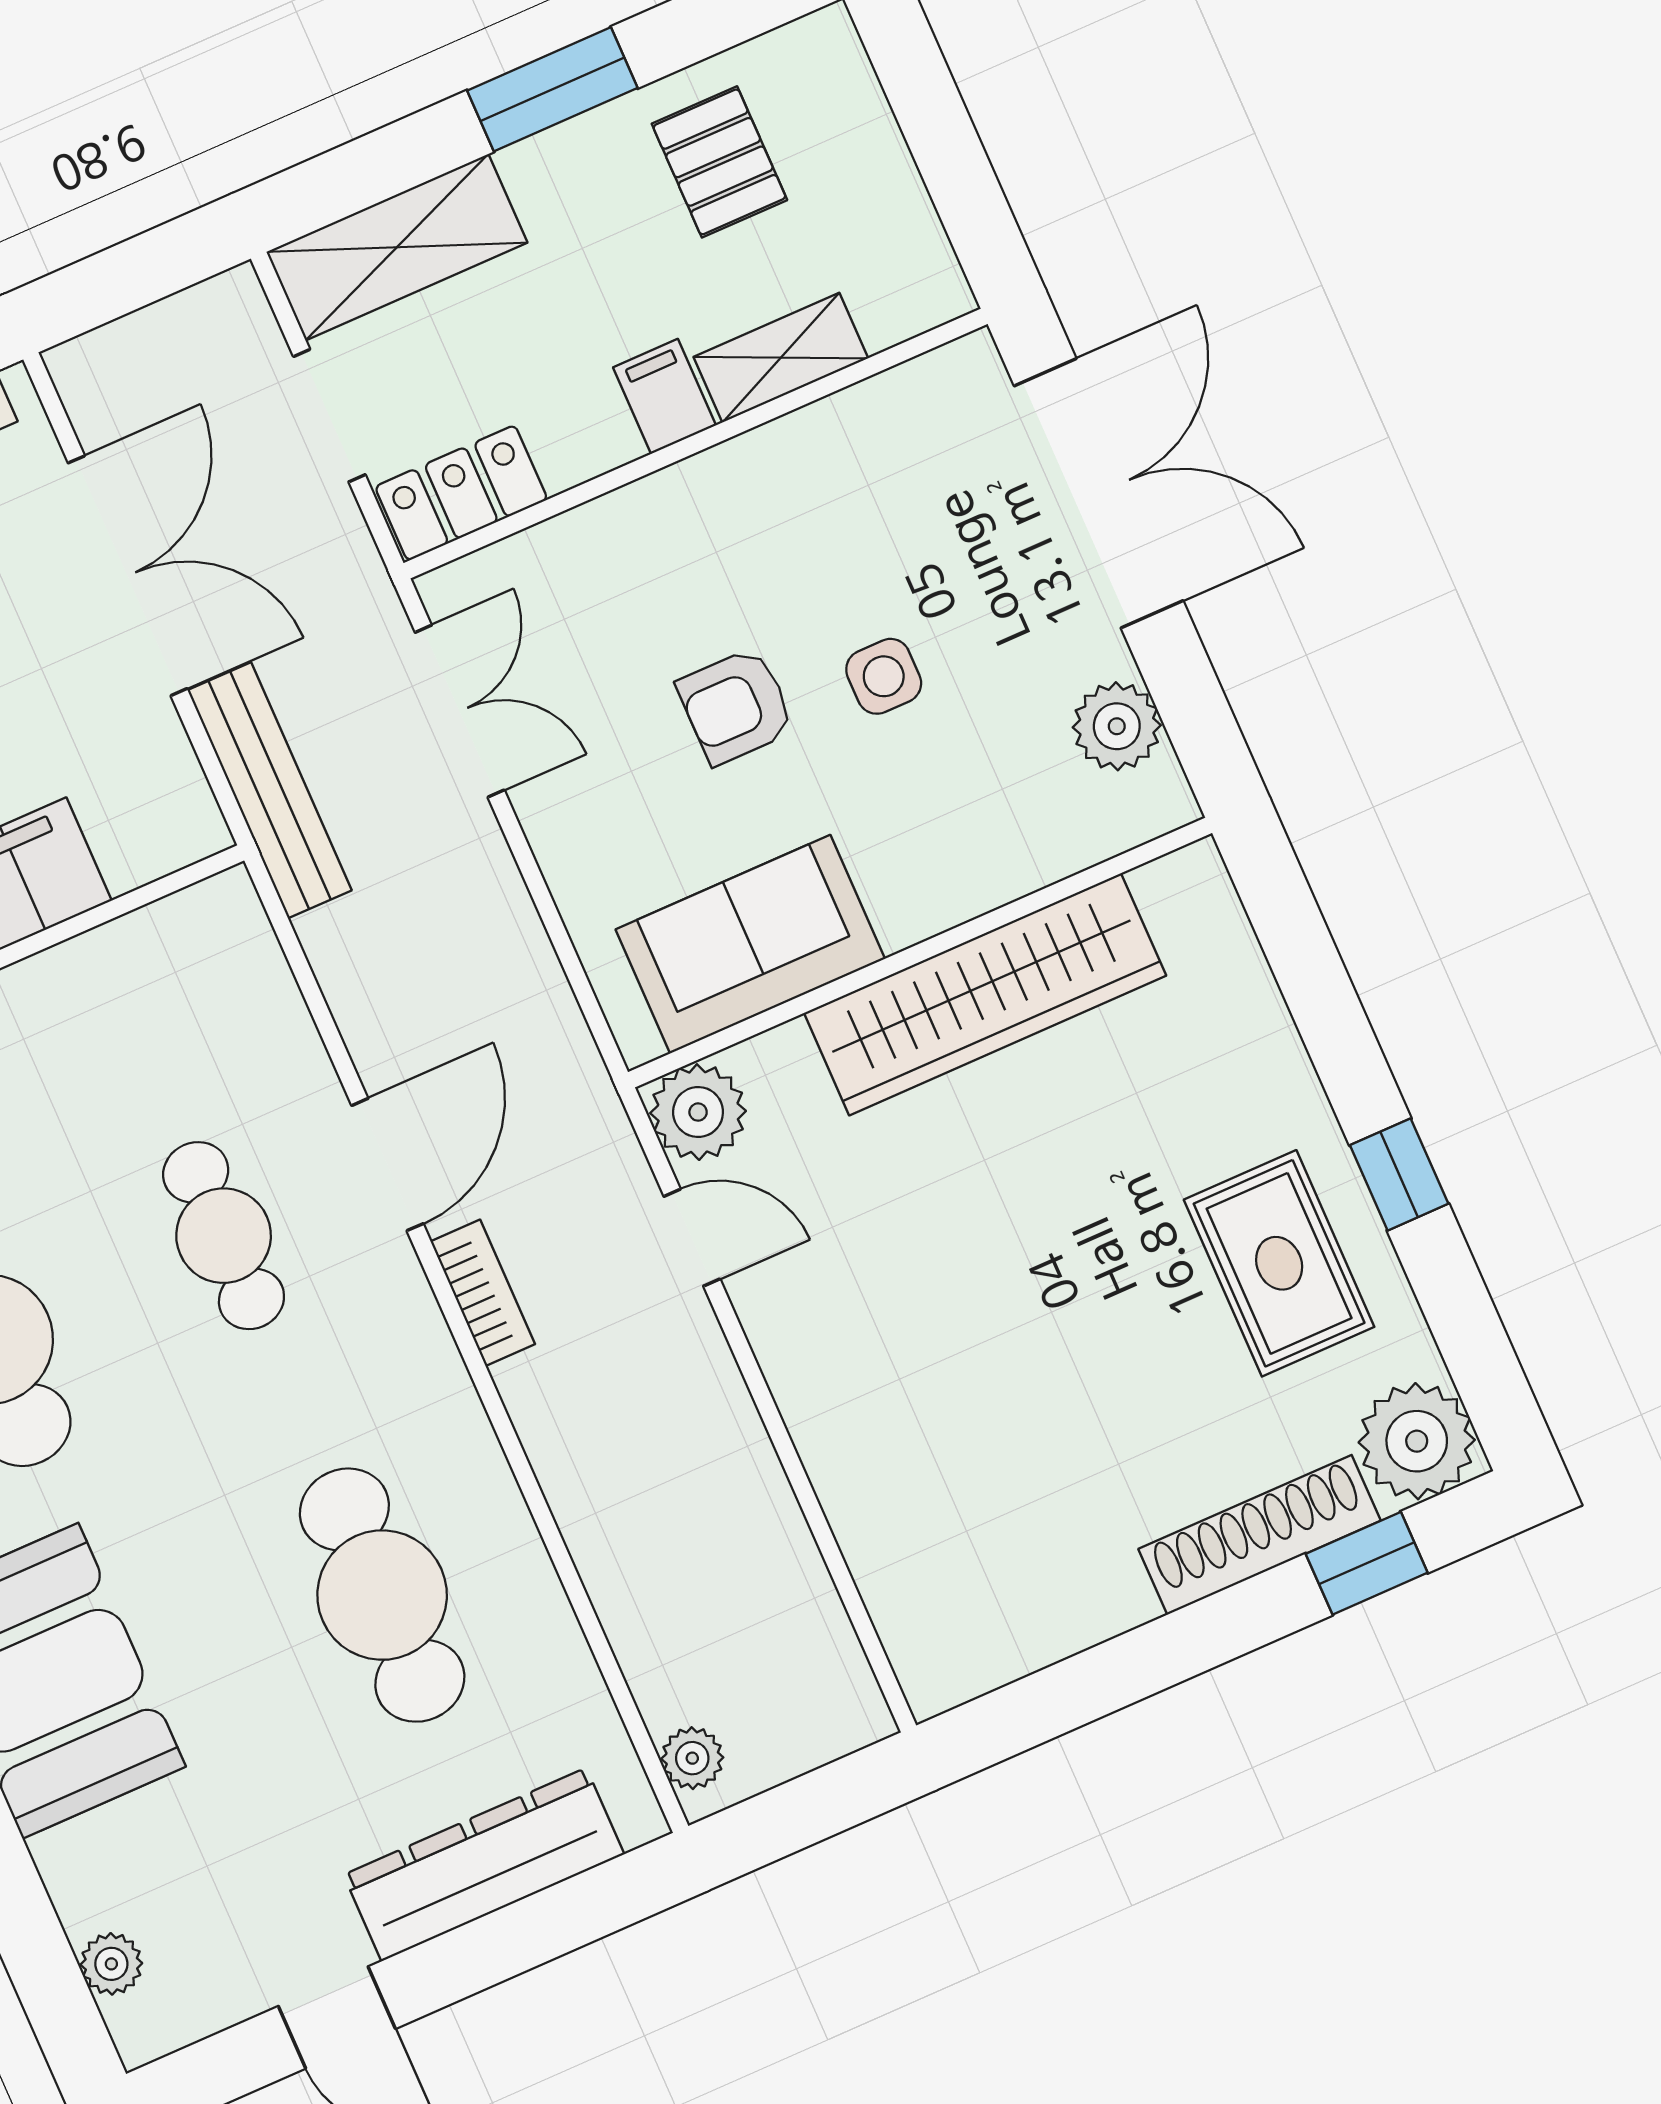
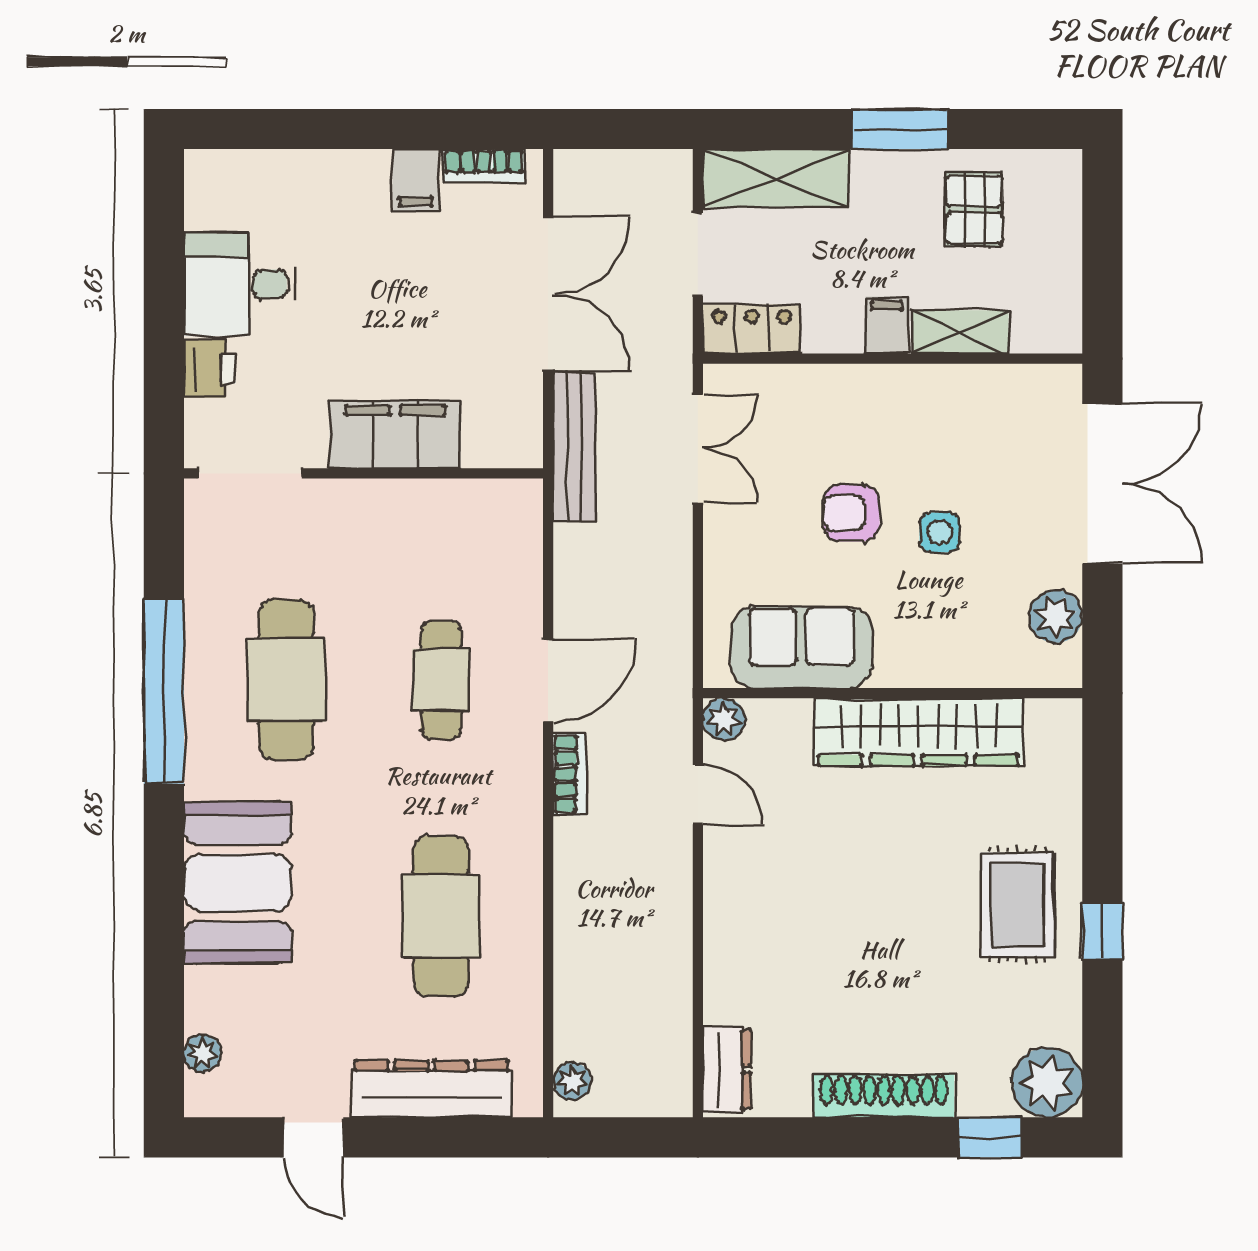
plant: (698, 1112) -> (724, 719), width x0.73, depth x0.73
rug: (1279, 1263) -> (1017, 905), moved
shoe rack: (1260, 1535) -> (884, 1096), moved
dresser: (921, 1637) -> (727, 1070), added

